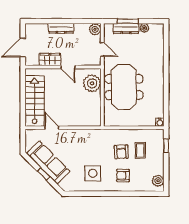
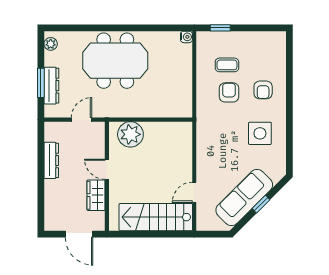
dresser: (61, 28) -> (51, 160), moved
plant: (144, 28) -> (51, 44), moved
plant: (95, 29) -> (53, 130), removed
door: (68, 67) -> (107, 169), swing flipped
meeting table: (124, 87) -> (115, 61), moved
armchair: (121, 152) -> (229, 92), turned -87
plant: (158, 181) -> (271, 39), removed

